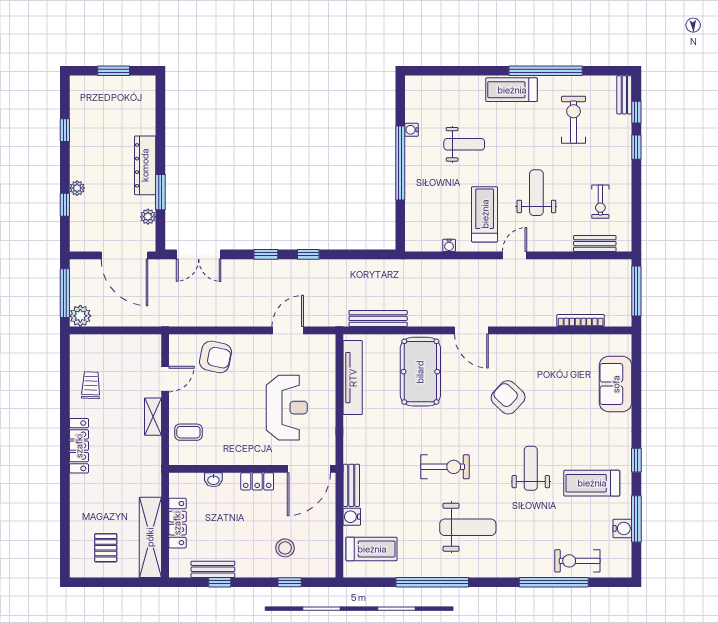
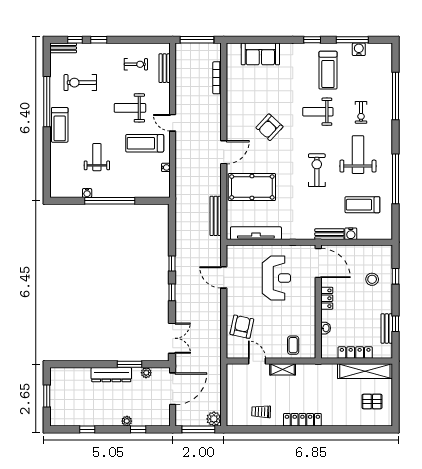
reception desk: (287, 408) -> (276, 278), turned 90
treadmill: (372, 549) -> (362, 205), moved, turned -90
exercise bike: (577, 561) -> (361, 112), moved, width x0.73, depth x0.72

